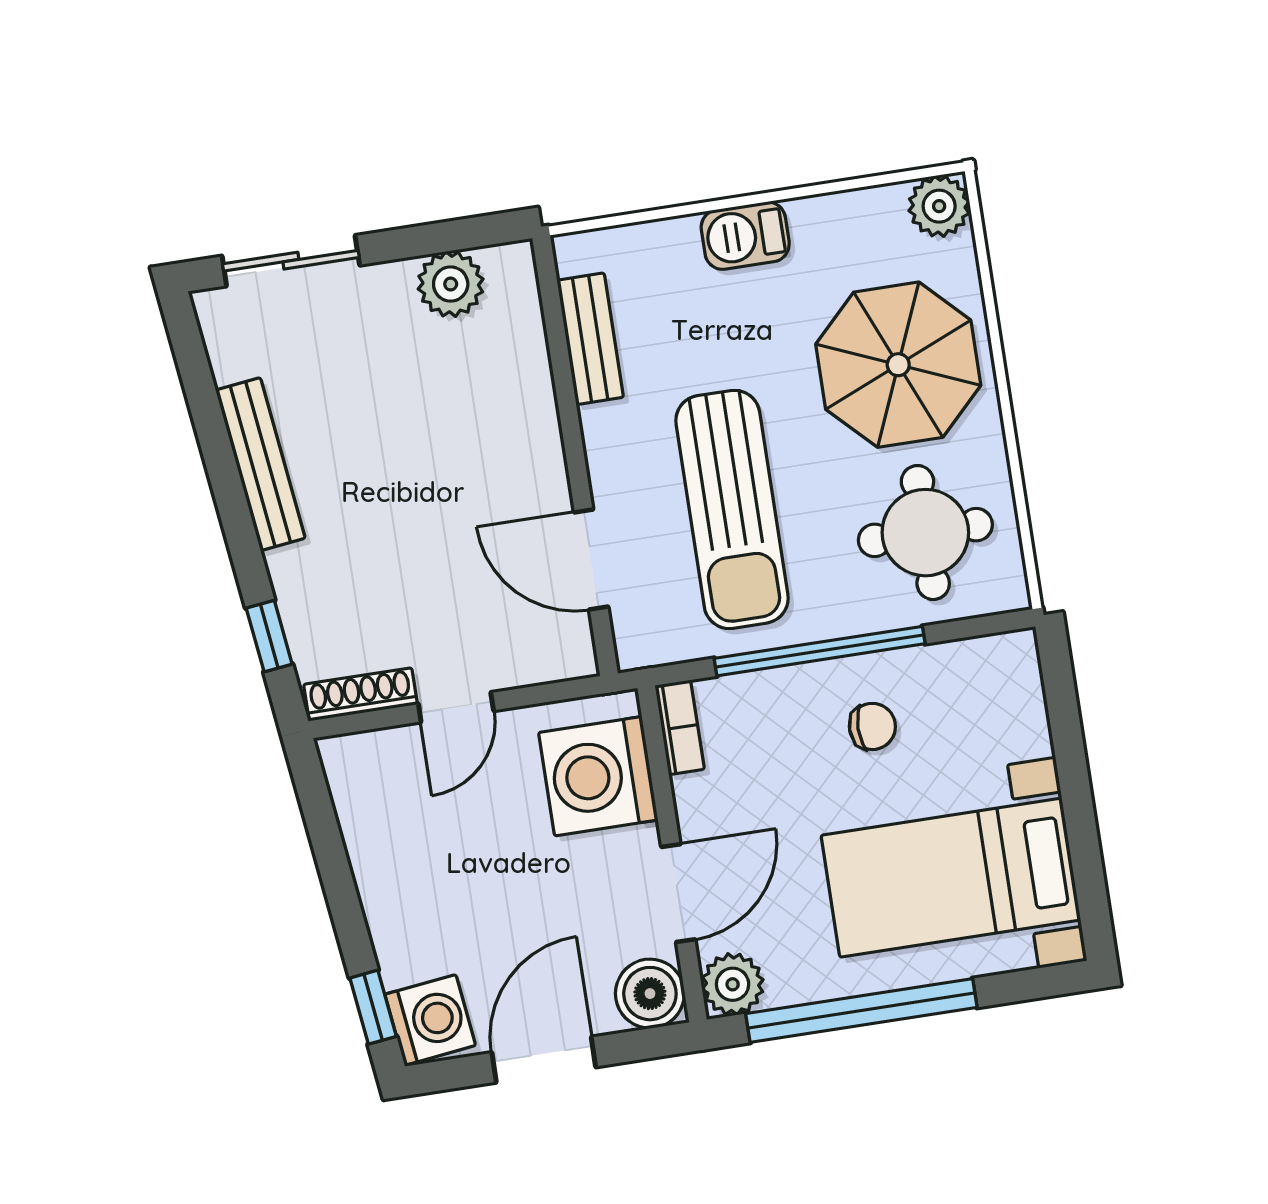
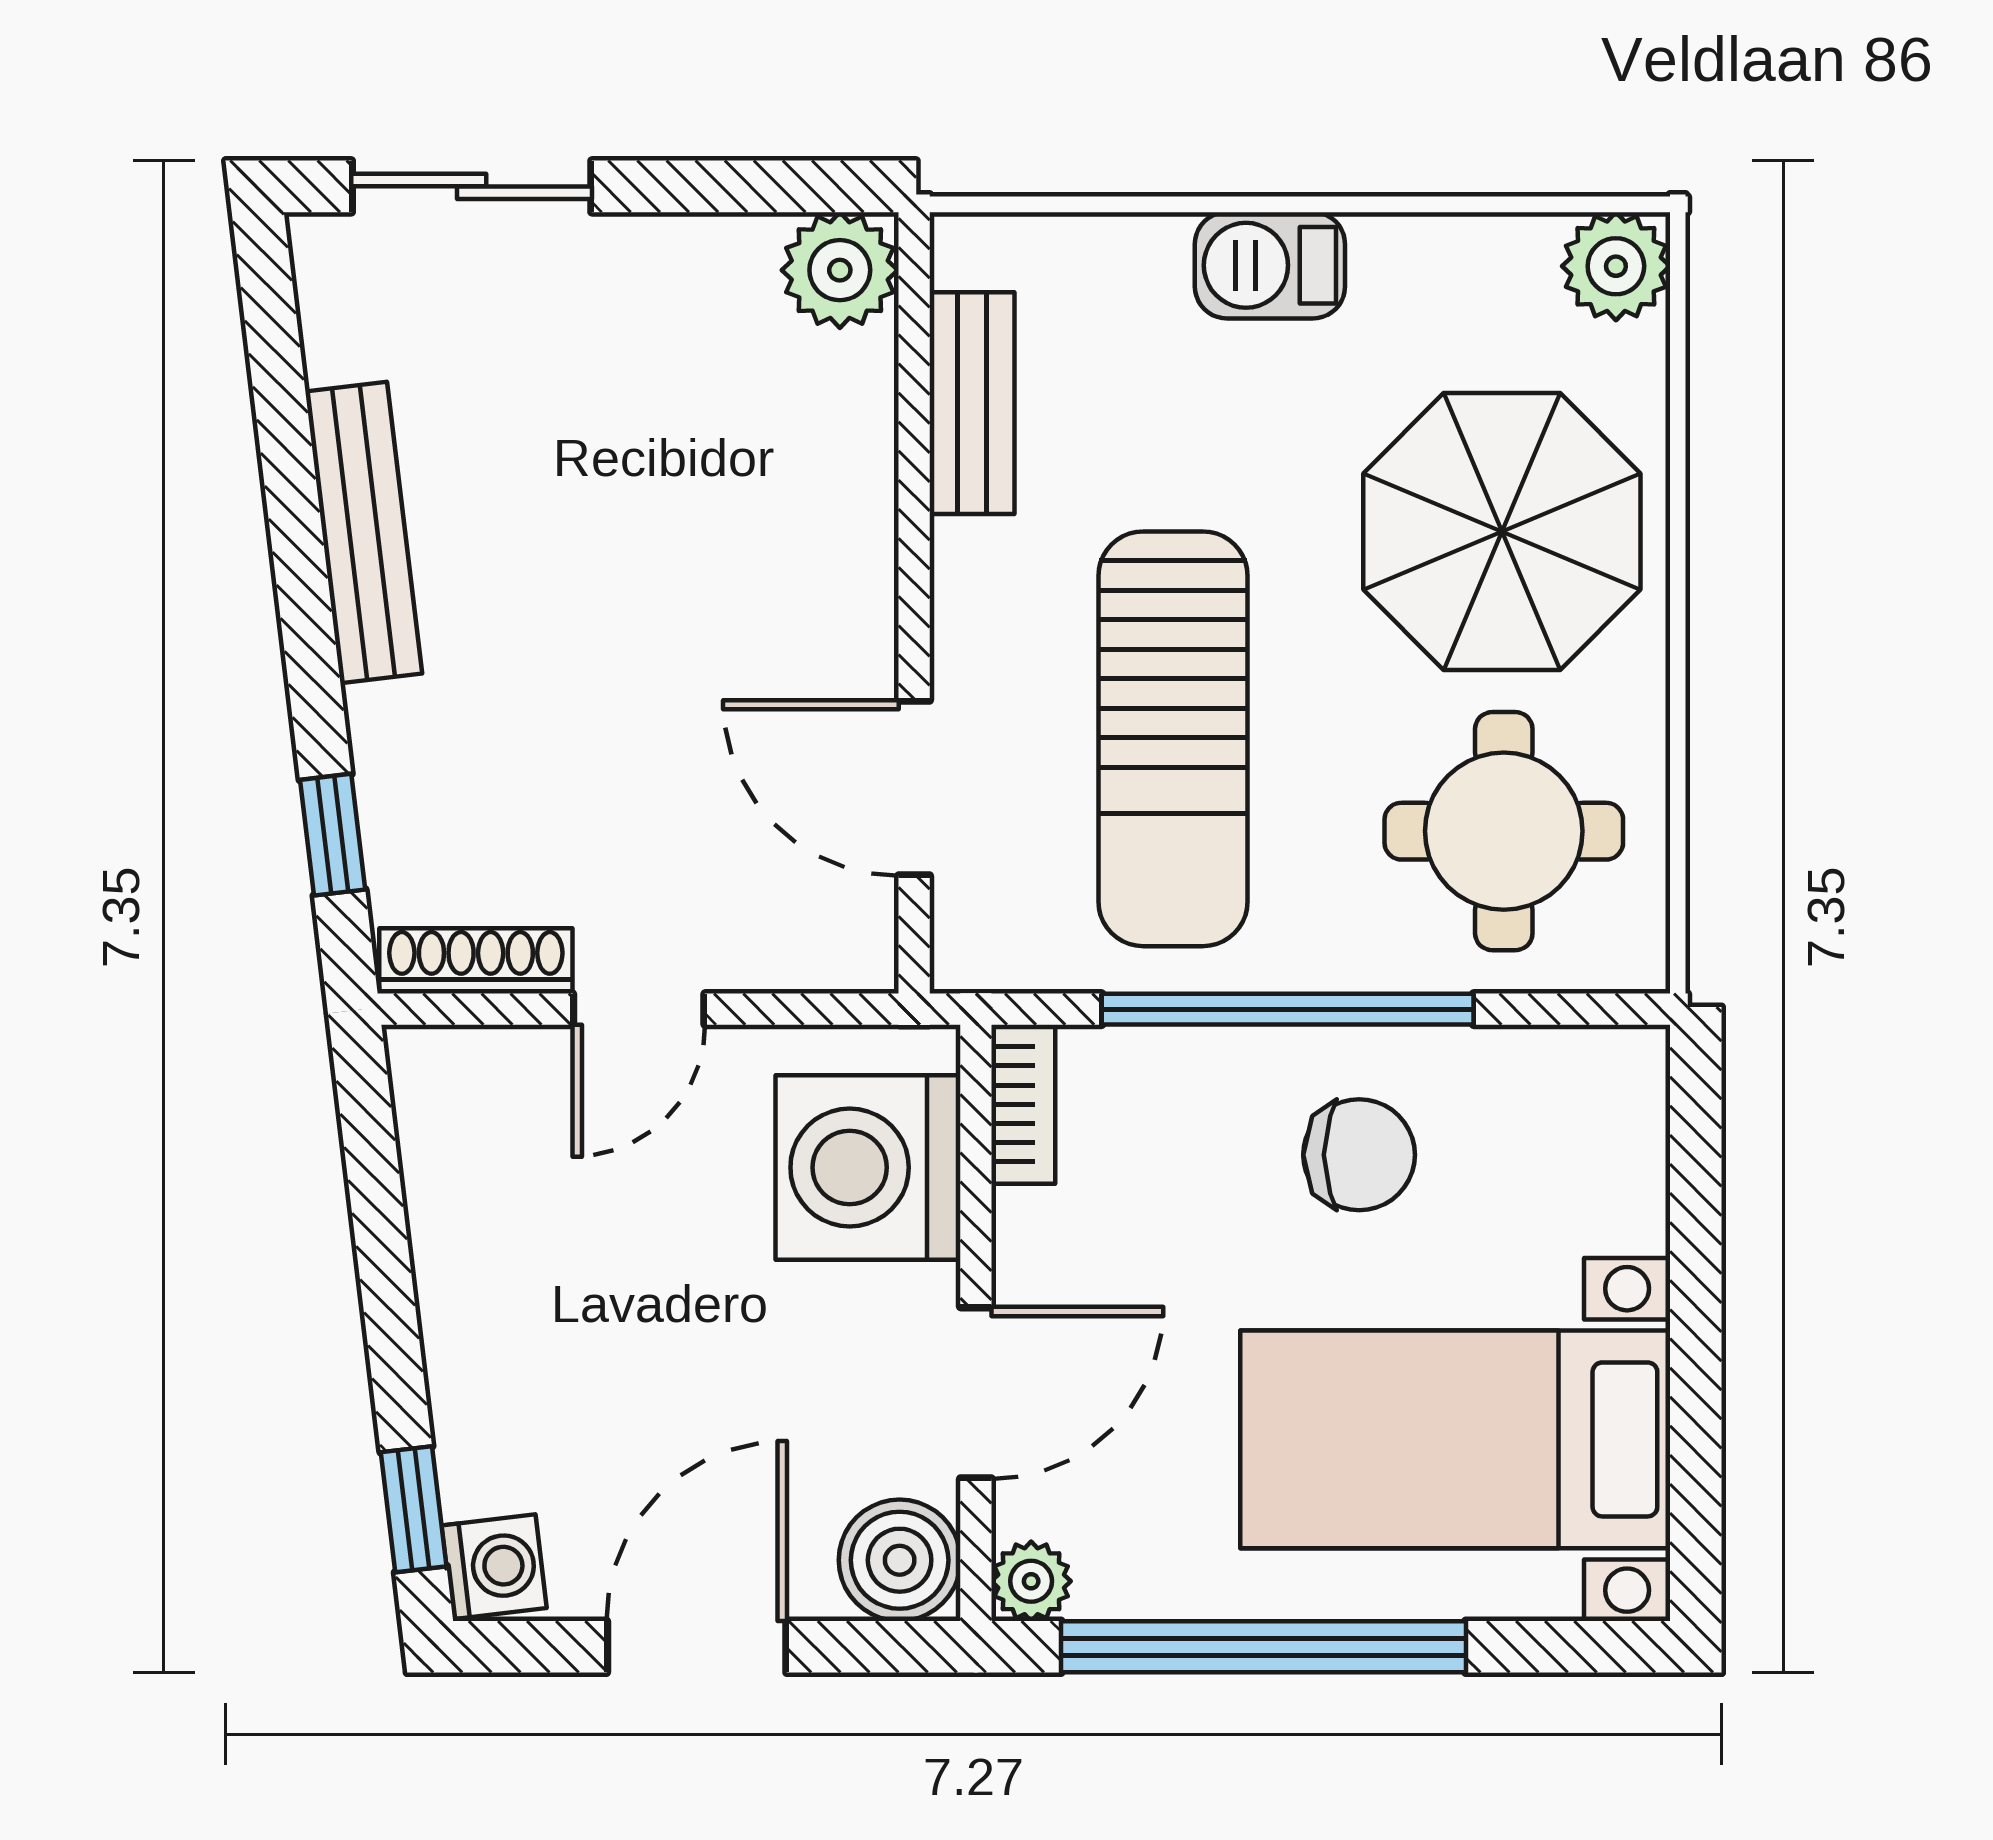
plant: (451, 284) -> (840, 270), moved
chair: (872, 726) -> (1359, 1155), width x1.37, depth x1.37
plant: (733, 984) -> (1031, 1581), width x0.73, depth x0.73
washing machine: (430, 1020) -> (494, 1567), width x0.73, depth x0.73

